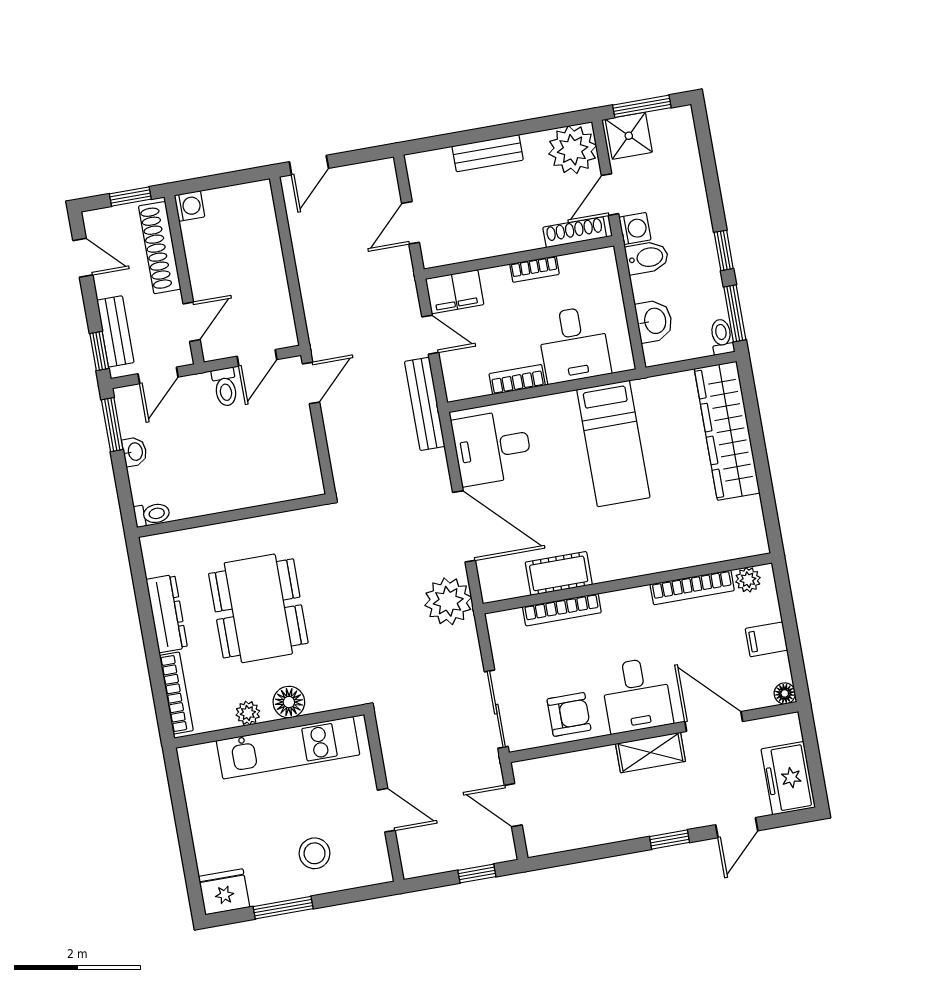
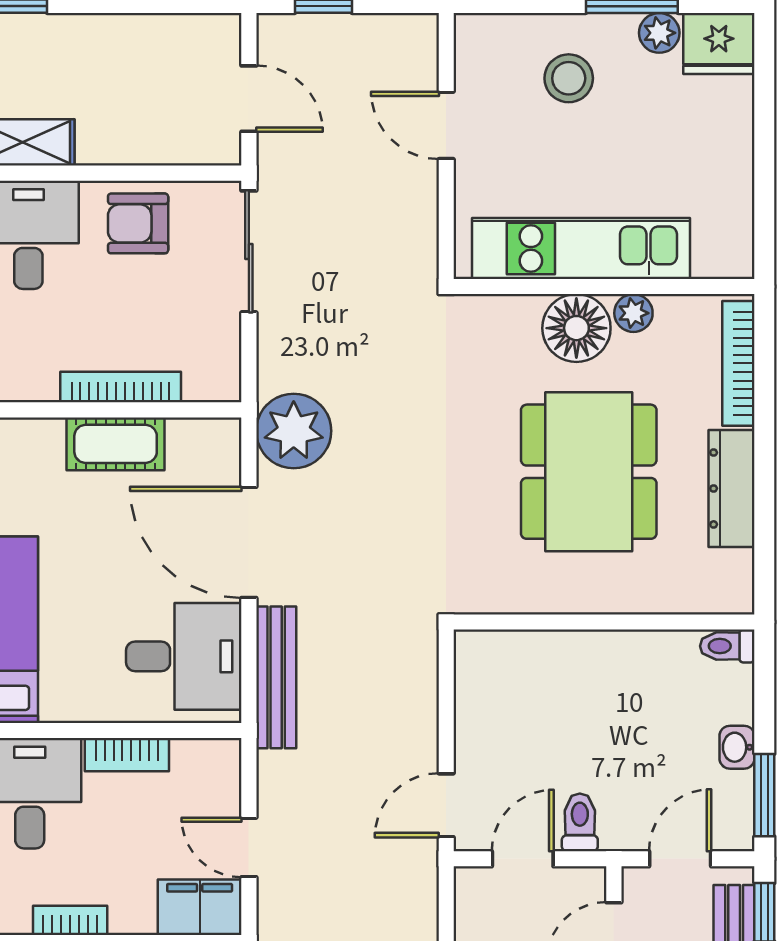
bench: (425, 404) -> (276, 677), moved
floor lamp: (289, 702) -> (576, 328), width x1.38, depth x1.38
plant: (263, 892) -> (659, 33), added

